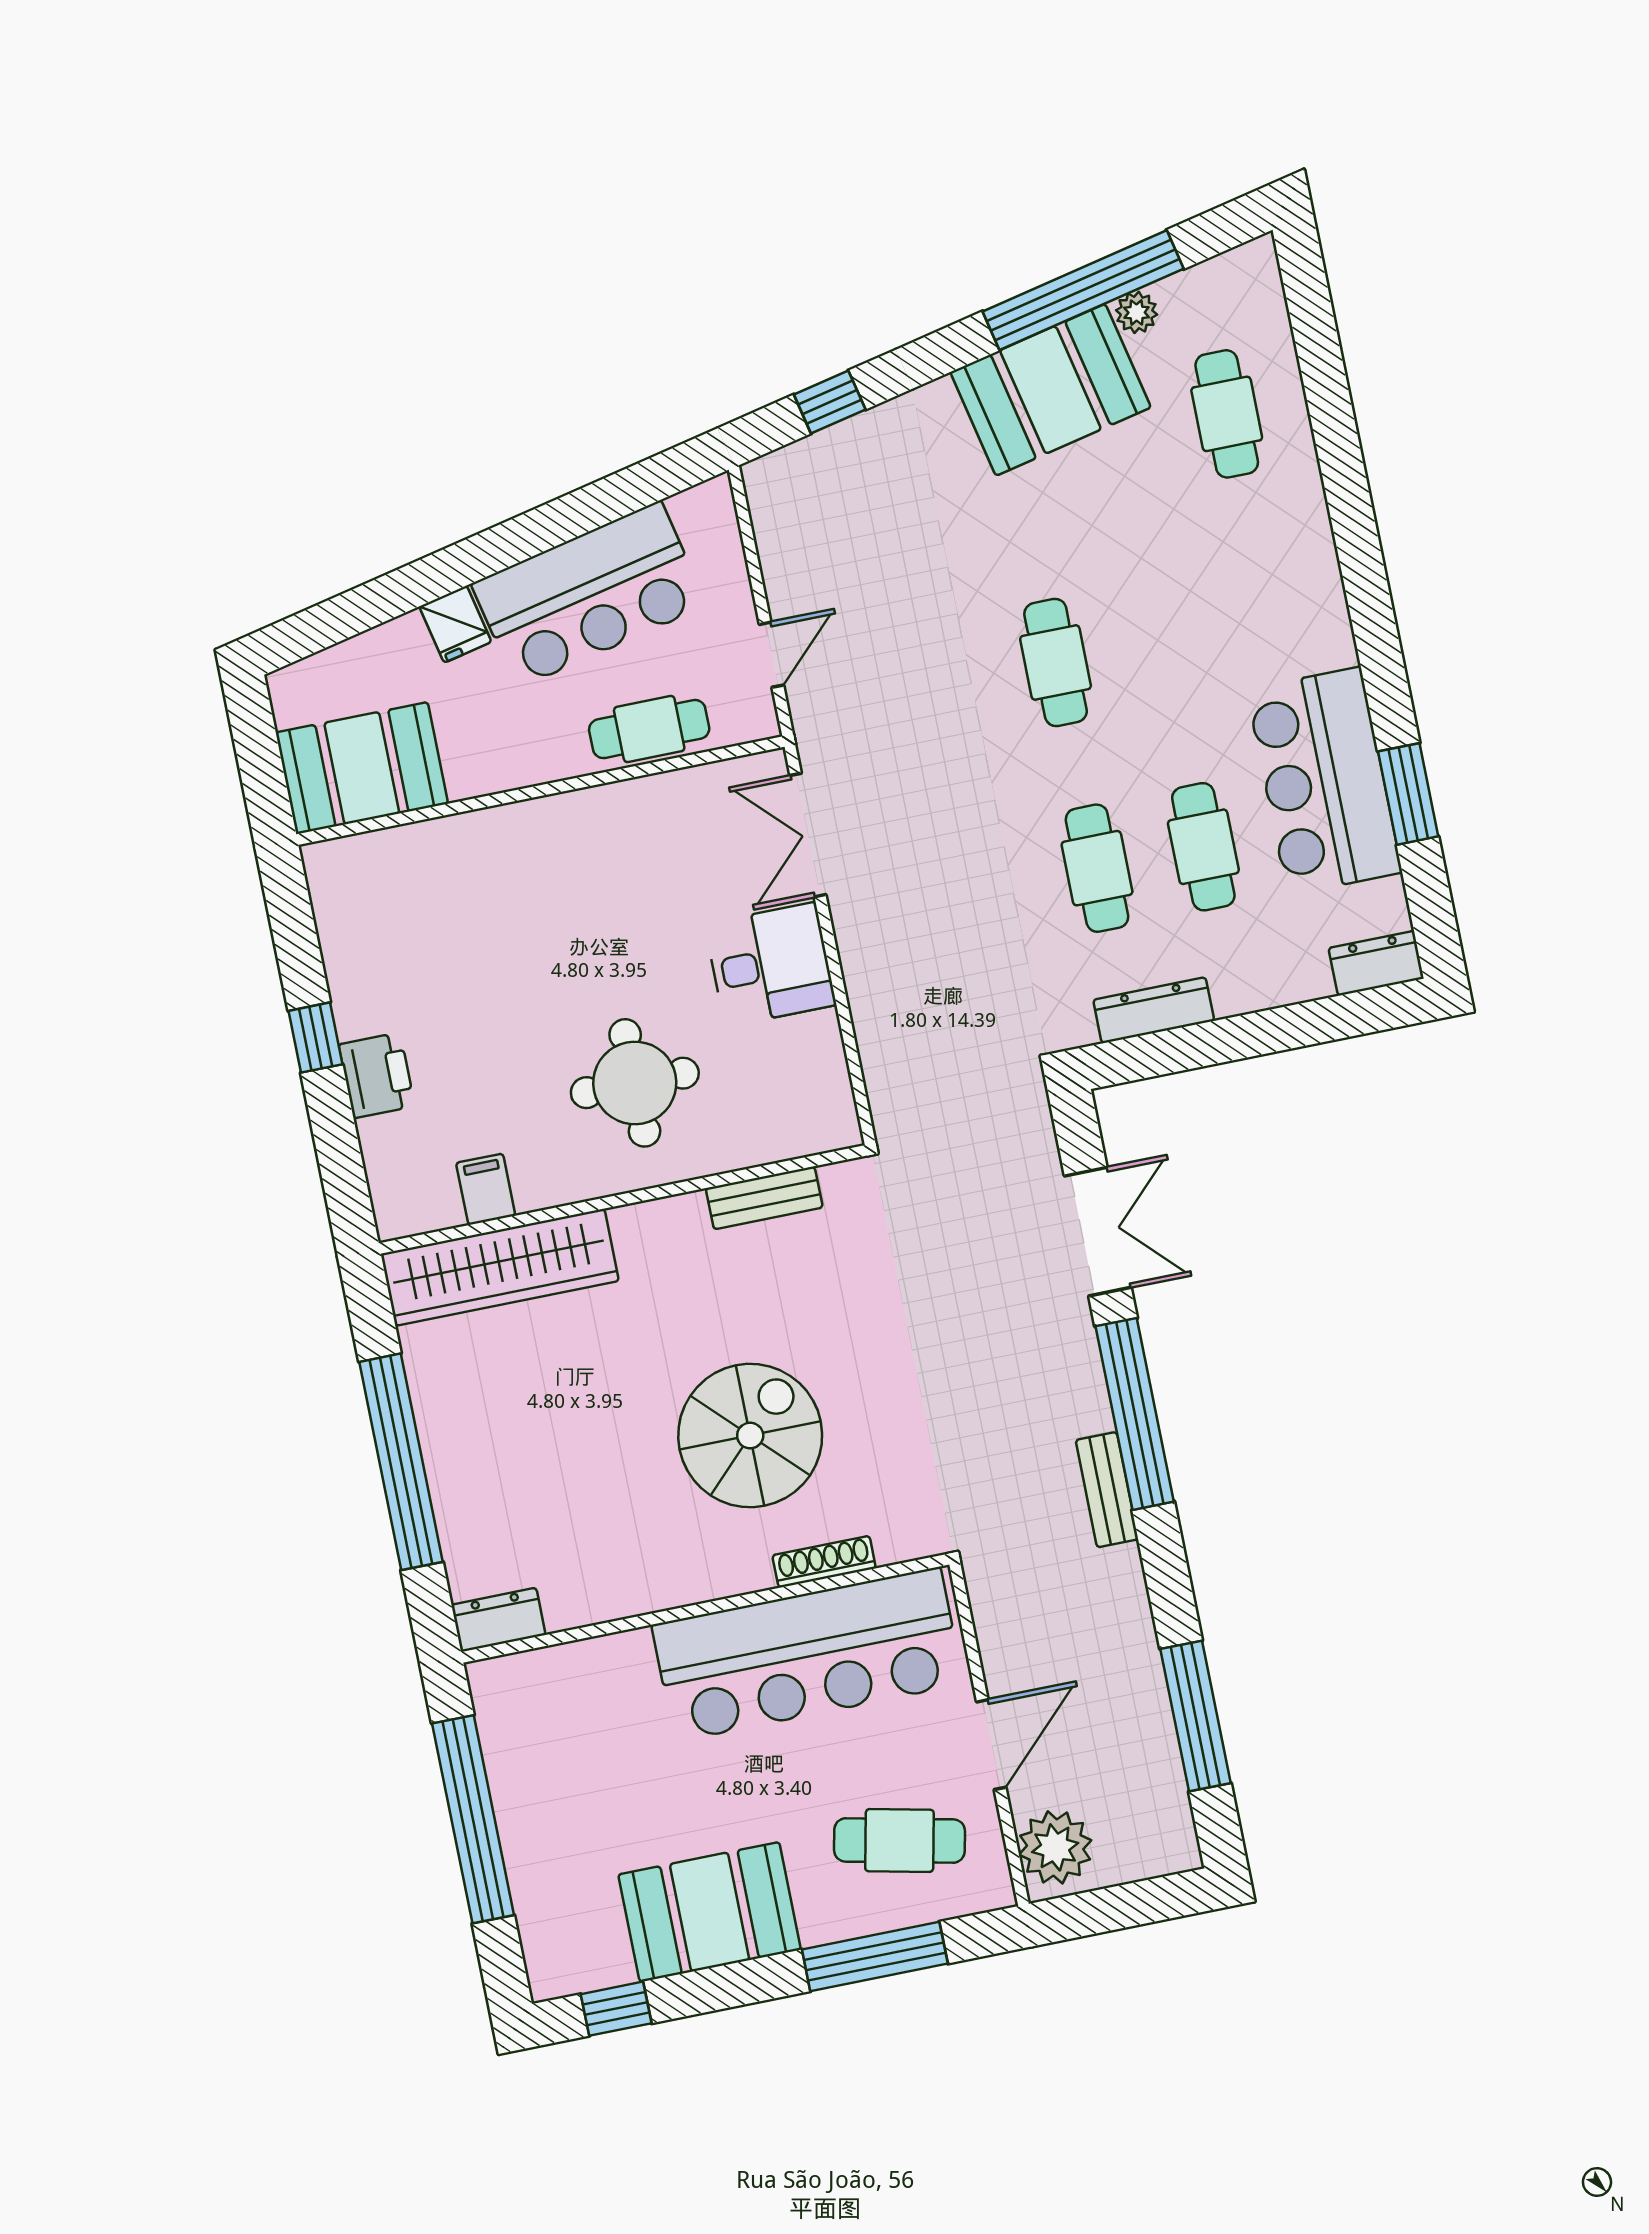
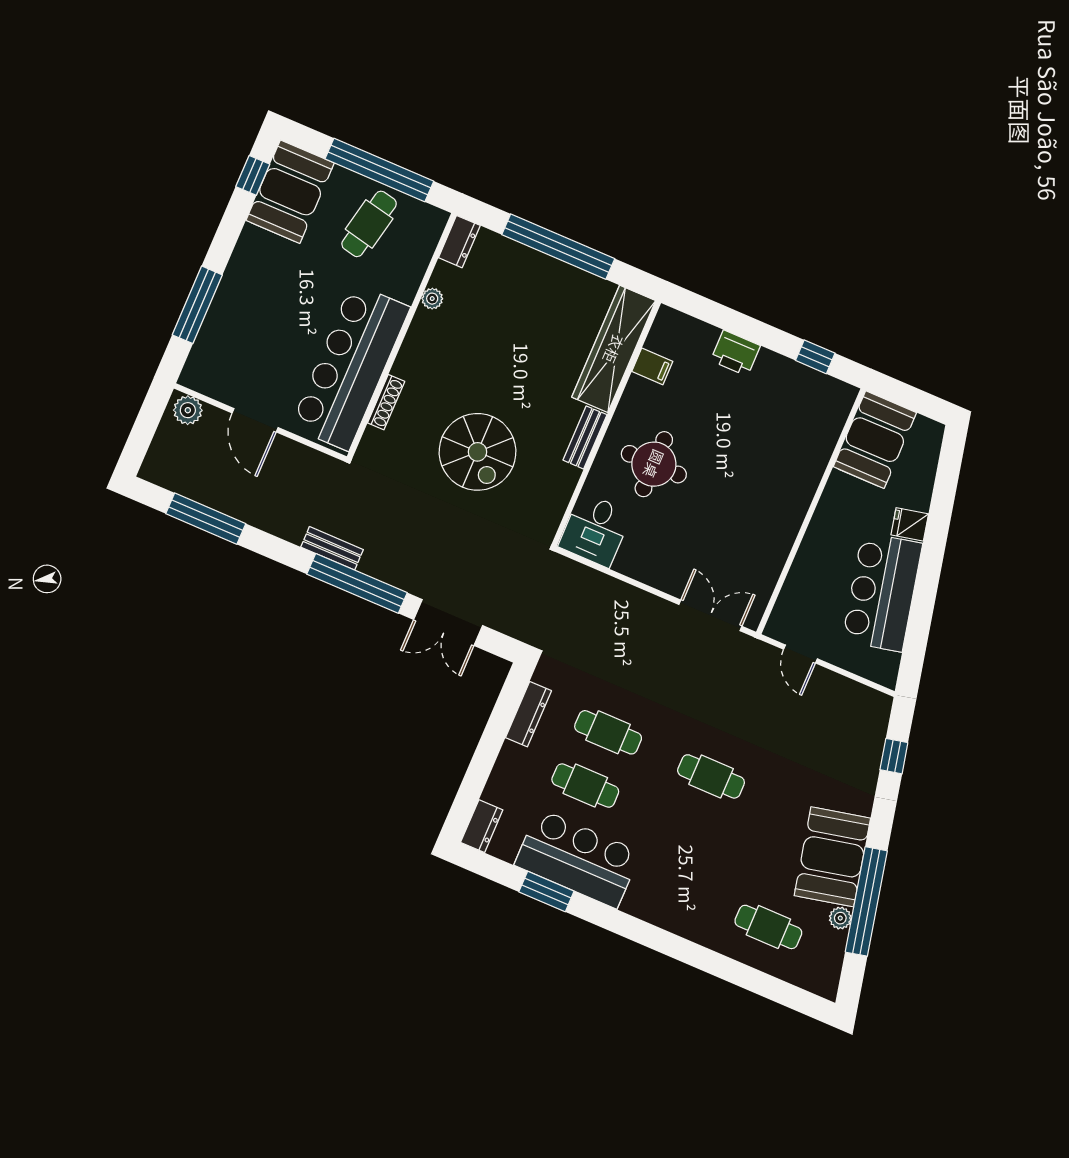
cafe table: (649, 729) -> (805, 578), removed
desk: (770, 964) -> (595, 530), moved
window: (315, 1038) -> (815, 357), moved
bench: (764, 1198) -> (585, 437), moved
spiral stairs: (750, 1436) -> (478, 452), moved
plant: (615, 1601) -> (432, 299), added
cafe table: (899, 1841) -> (369, 224), moved
plant: (1055, 1847) -> (188, 410), width x0.73, depth x0.73
booth: (710, 1912) -> (290, 192), moved

